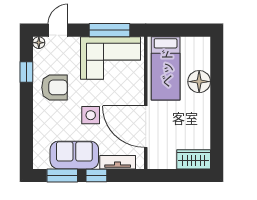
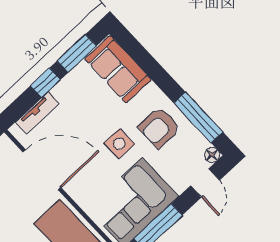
window: (26, 72) -> (198, 117), width x2.17
side table: (91, 115) -> (119, 144), moved
sofa: (74, 155) -> (118, 69), moved, turned 90

